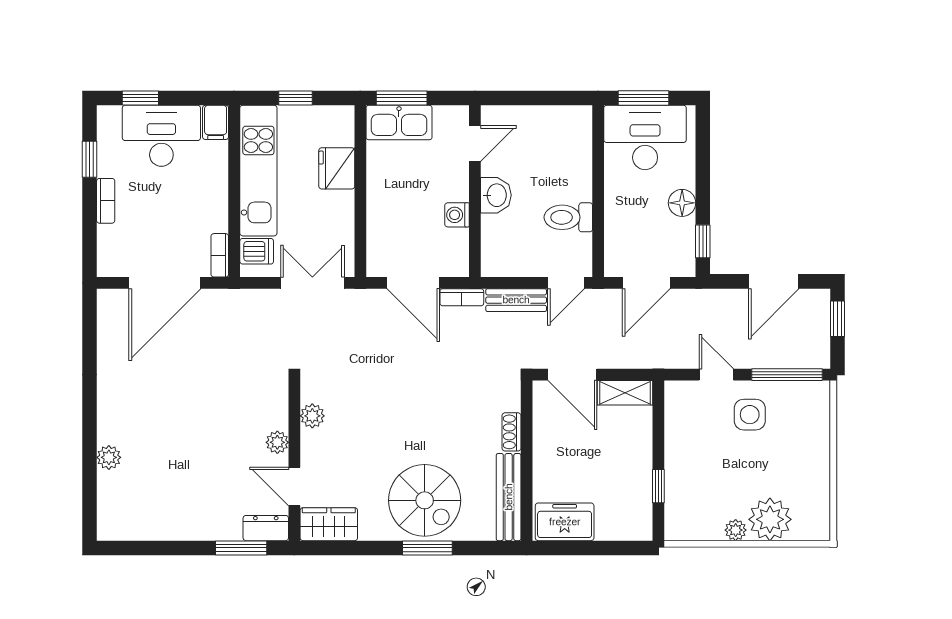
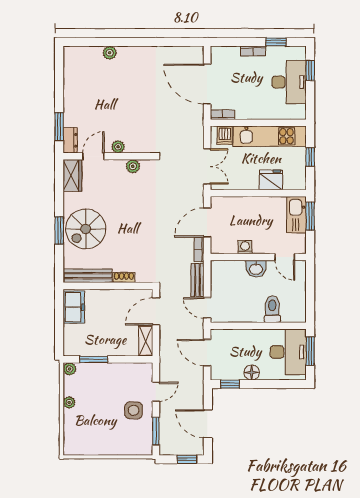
filing cabinet: (216, 122) -> (297, 112), removed
toilet: (568, 217) -> (272, 309), moved
window: (787, 375) -> (156, 431), width x0.69
window: (658, 486) -> (94, 359), width x1.50
plant: (770, 519) -> (70, 369), moved, width x0.53, depth x0.53

